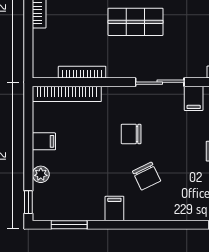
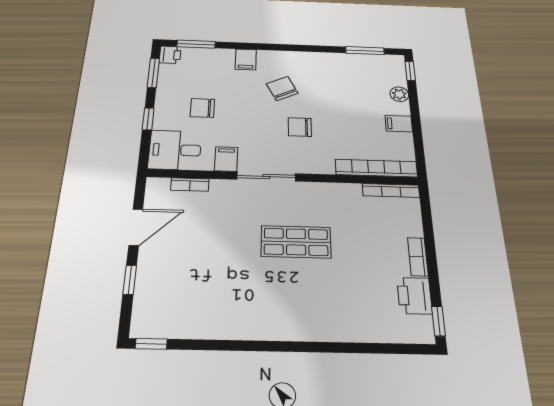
bookcase: (82, 72) -> (391, 191), moved
chair: (131, 134) -> (300, 127), turned 180
filing cabinet: (114, 208) -> (246, 59), moved

